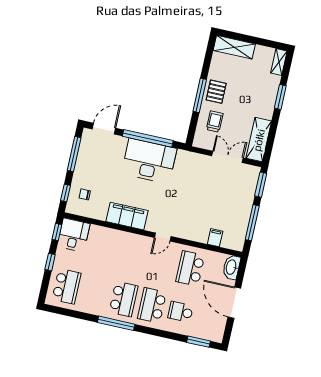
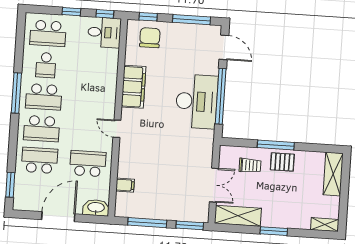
window: (280, 97) -> (274, 231), moved
chair: (85, 194) -> (150, 38), width x1.87, depth x1.87
school desk: (95, 293) -> (46, 65), added
school desk: (152, 305) -> (42, 129), turned 180
school desk: (181, 312) -> (39, 160), width x1.85

